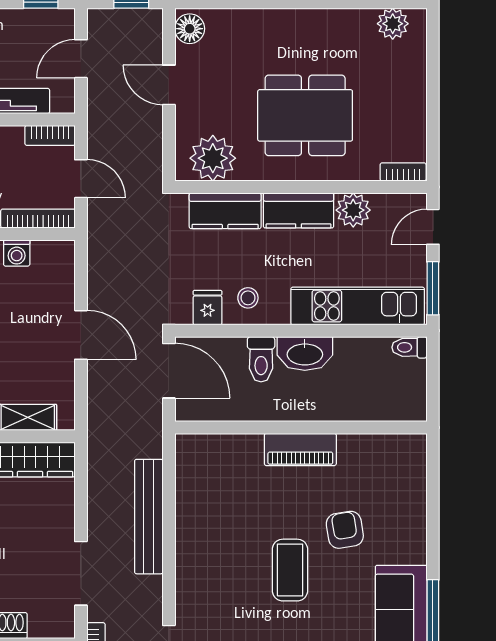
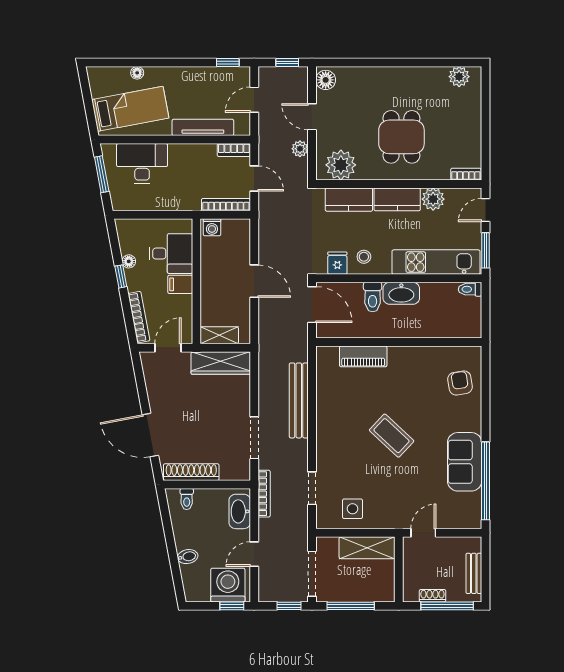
dining table: (305, 115) -> (401, 137), width x0.73
plant: (151, 133) -> (300, 149), added
piano: (300, 449) -> (363, 356), moved
armchair: (345, 530) -> (460, 383), moved
coffee table: (290, 570) -> (392, 436), turned -47

